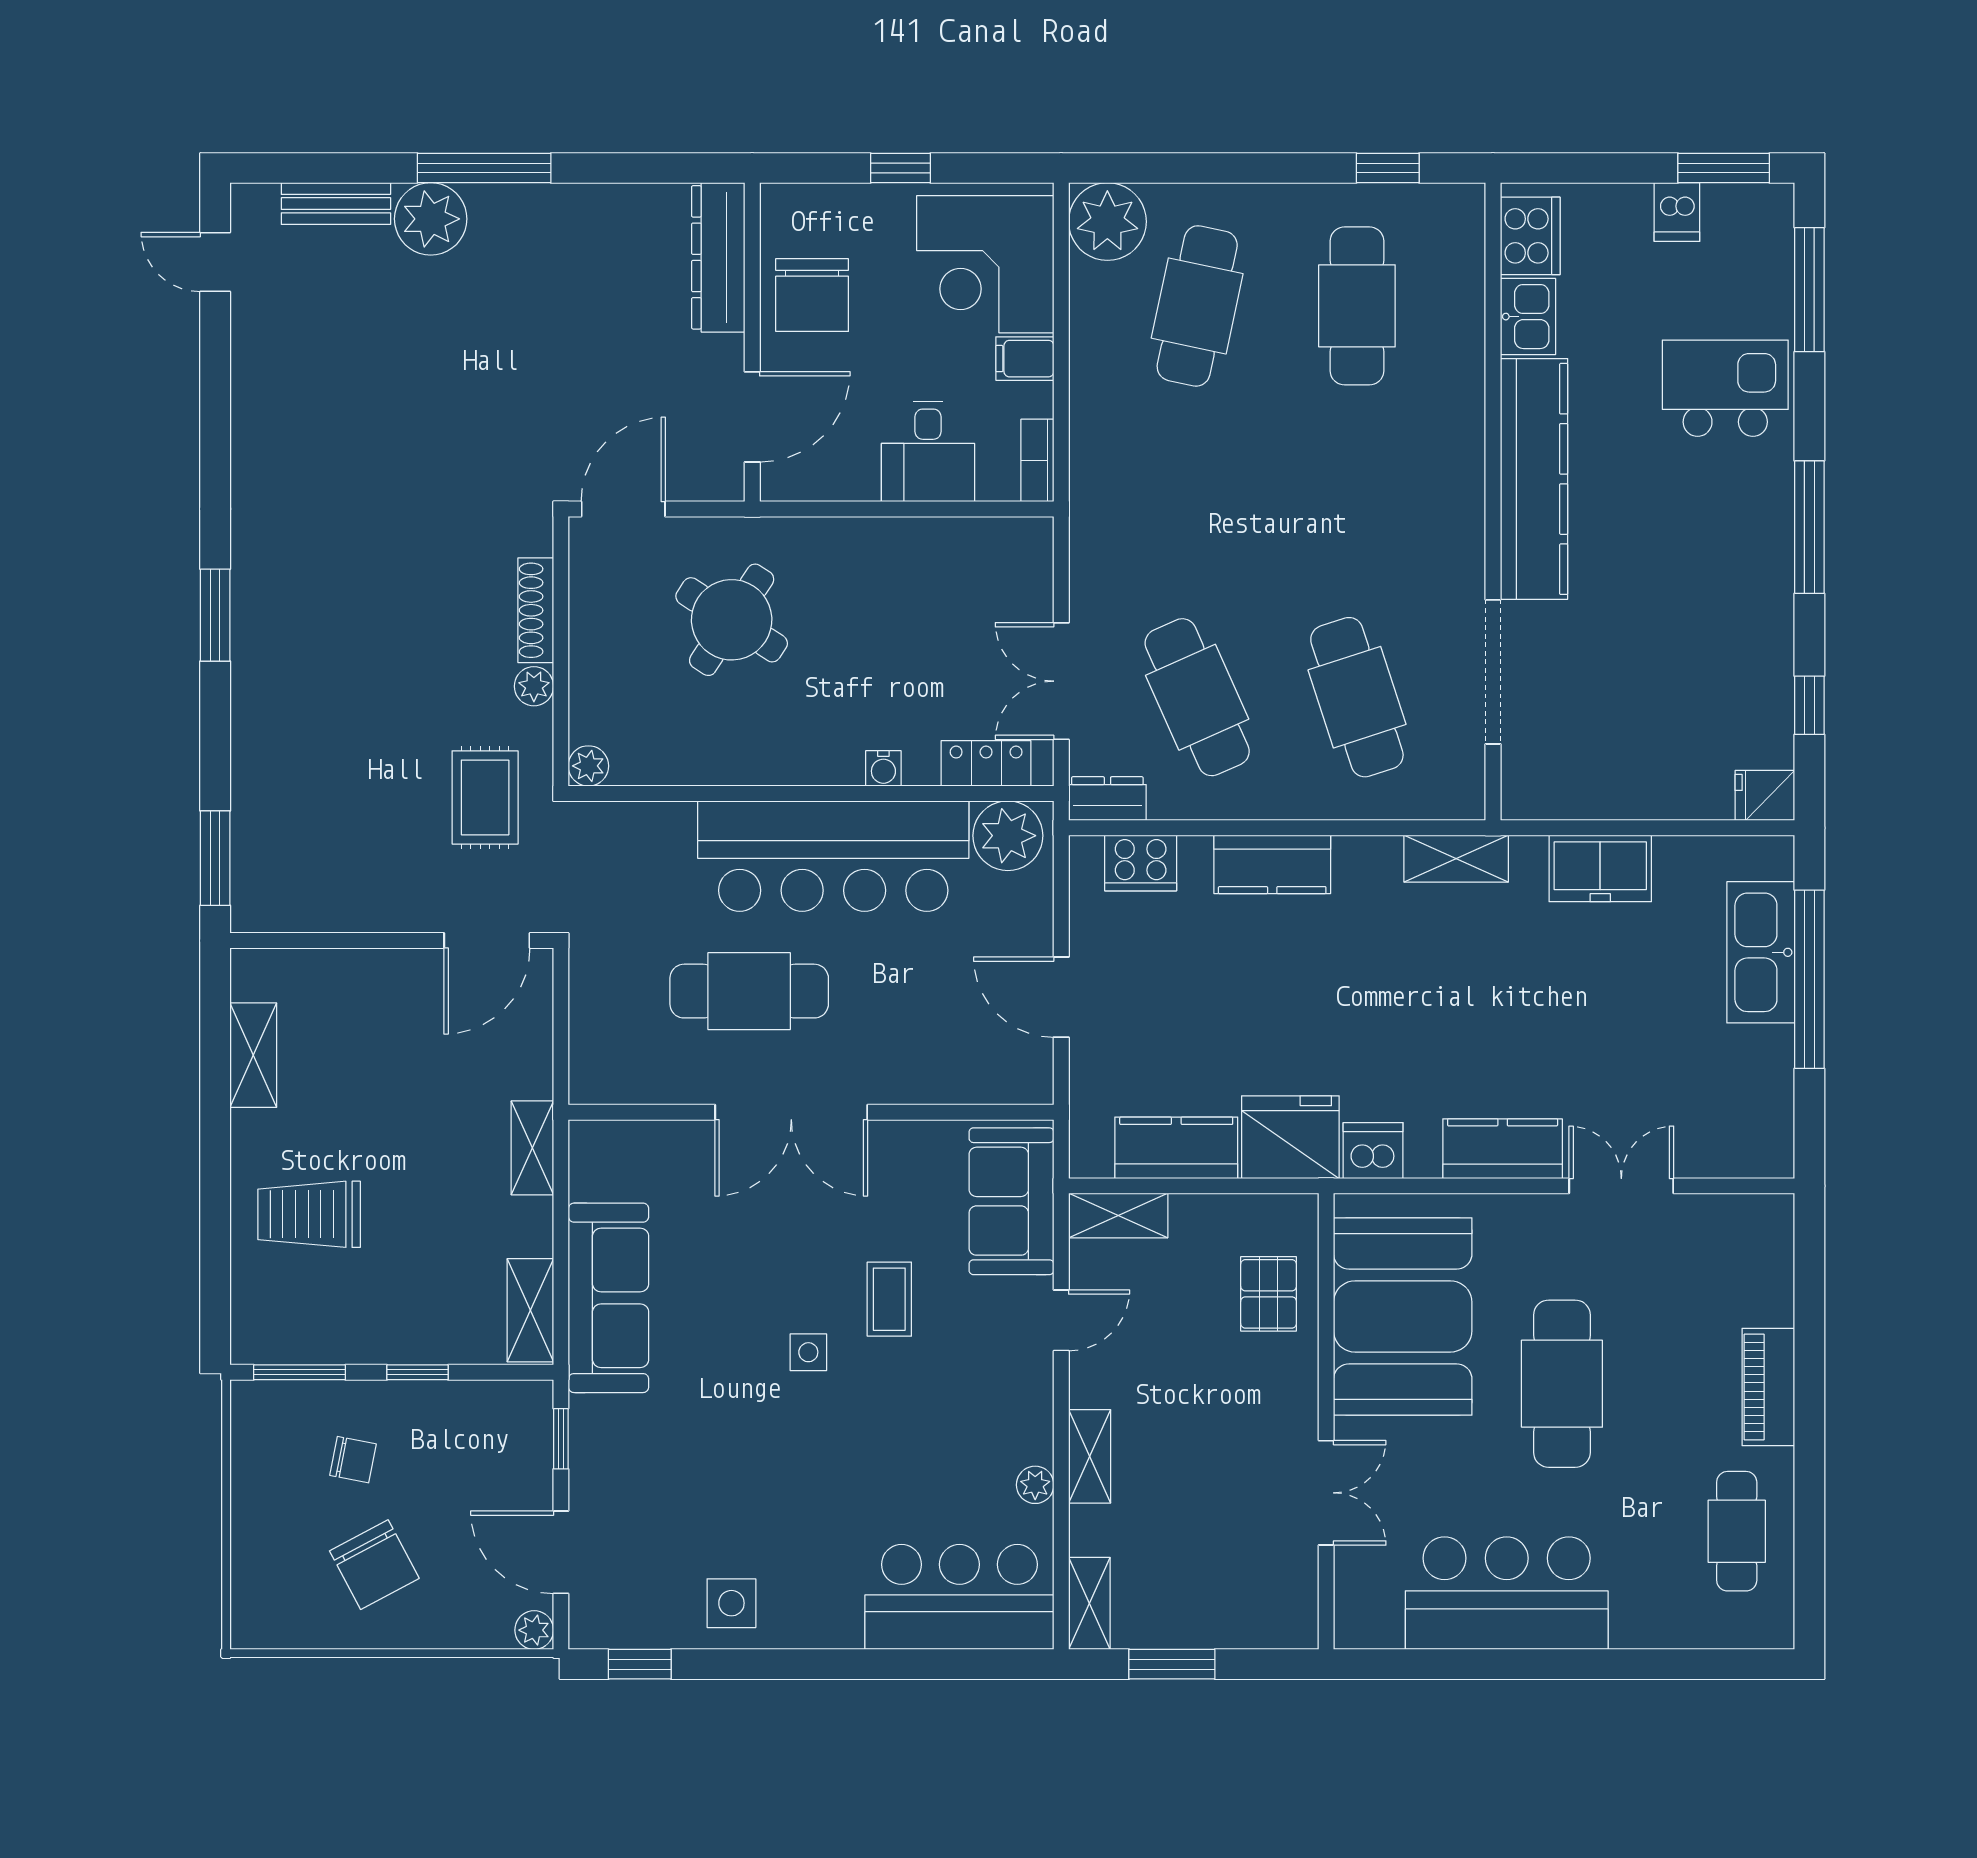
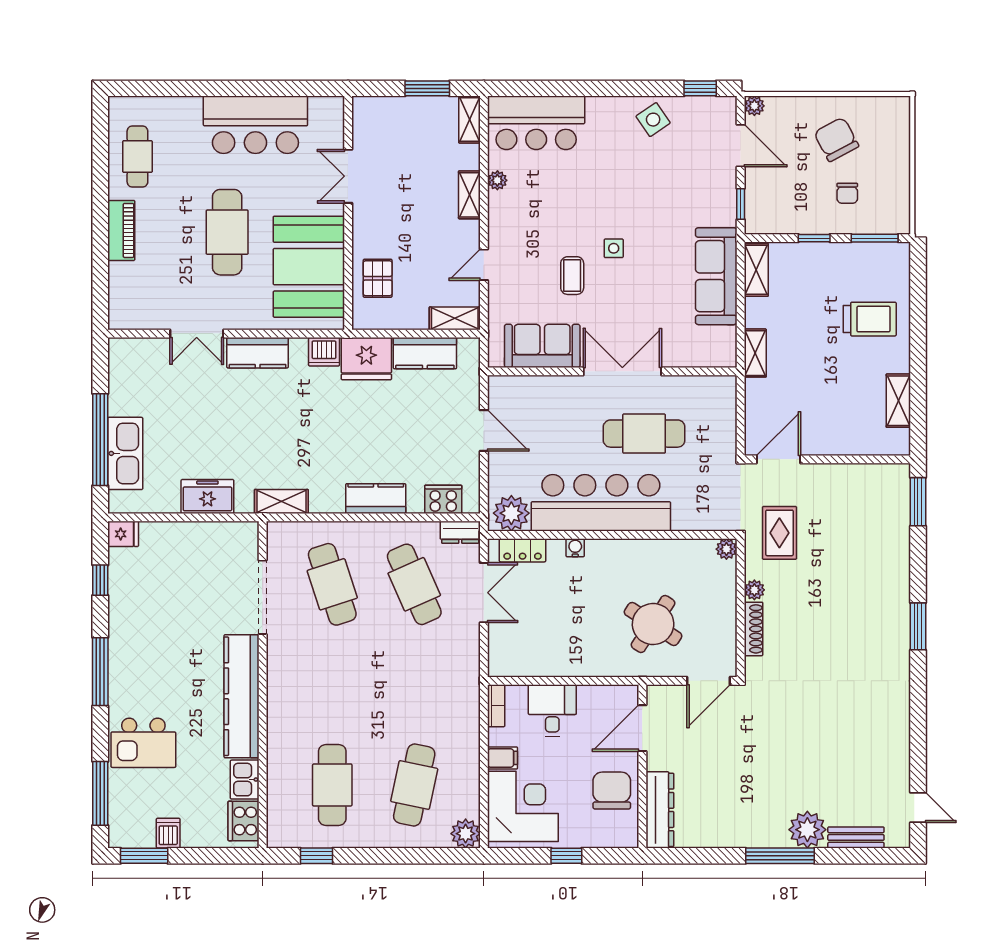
plant: (1107, 222) -> (466, 834), width x0.73, depth x0.73
sofa: (1011, 1201) -> (542, 346), moved, turned -90
chair: (353, 1460) -> (847, 193), turned -101
side table: (731, 1603) -> (653, 120), turned -34

